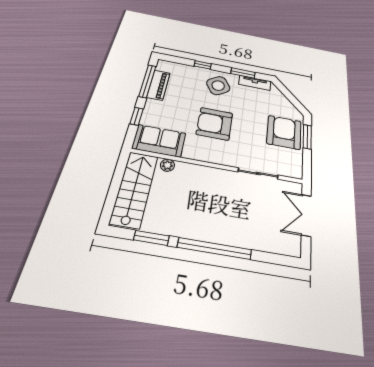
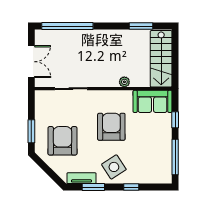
piano: (158, 85) -> (165, 155), removed
armchair: (215, 124) -> (111, 127), turned -90
armchair: (284, 132) -> (62, 141), moved, turned 180
plant: (167, 165) -> (124, 82), moved
window: (215, 249) -> (67, 26), moved

